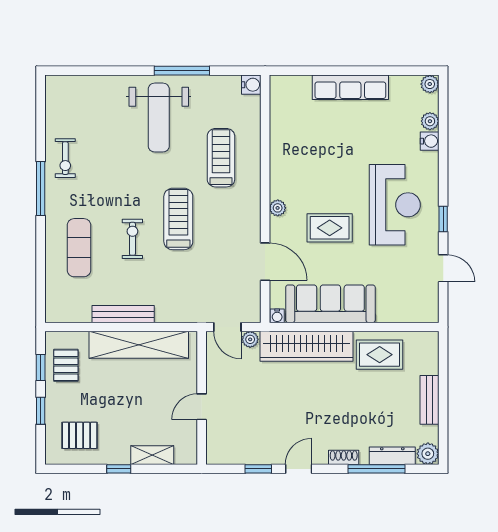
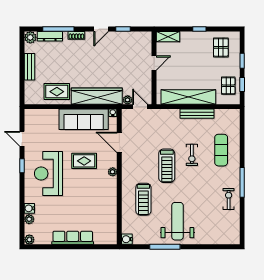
pallet: (80, 435) -> (221, 47), turned 90
shelving: (152, 455) -> (168, 37), moved

